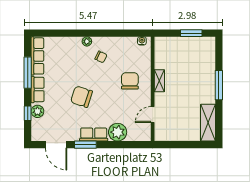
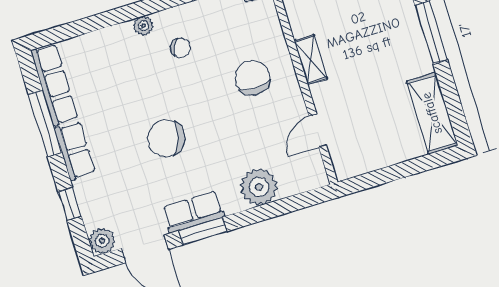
plant: (37, 111) -> (102, 241), moved
row of seats: (94, 134) -> (193, 212), moved

